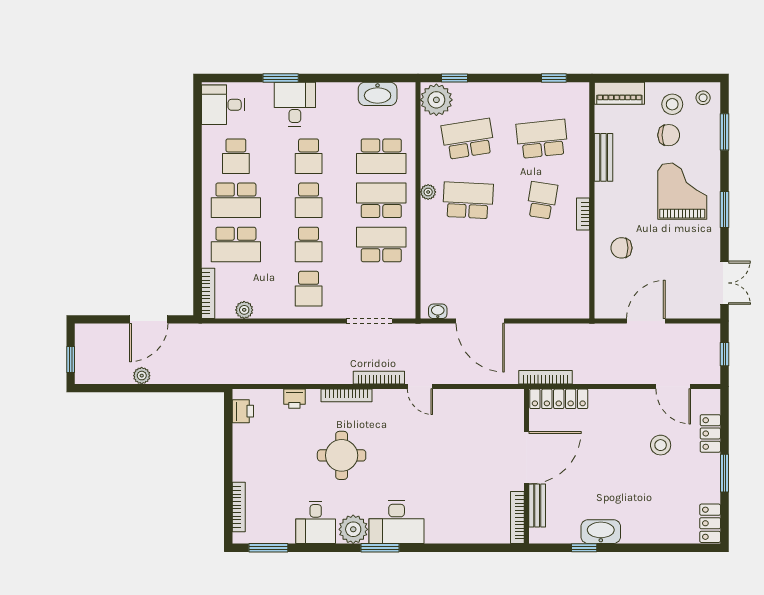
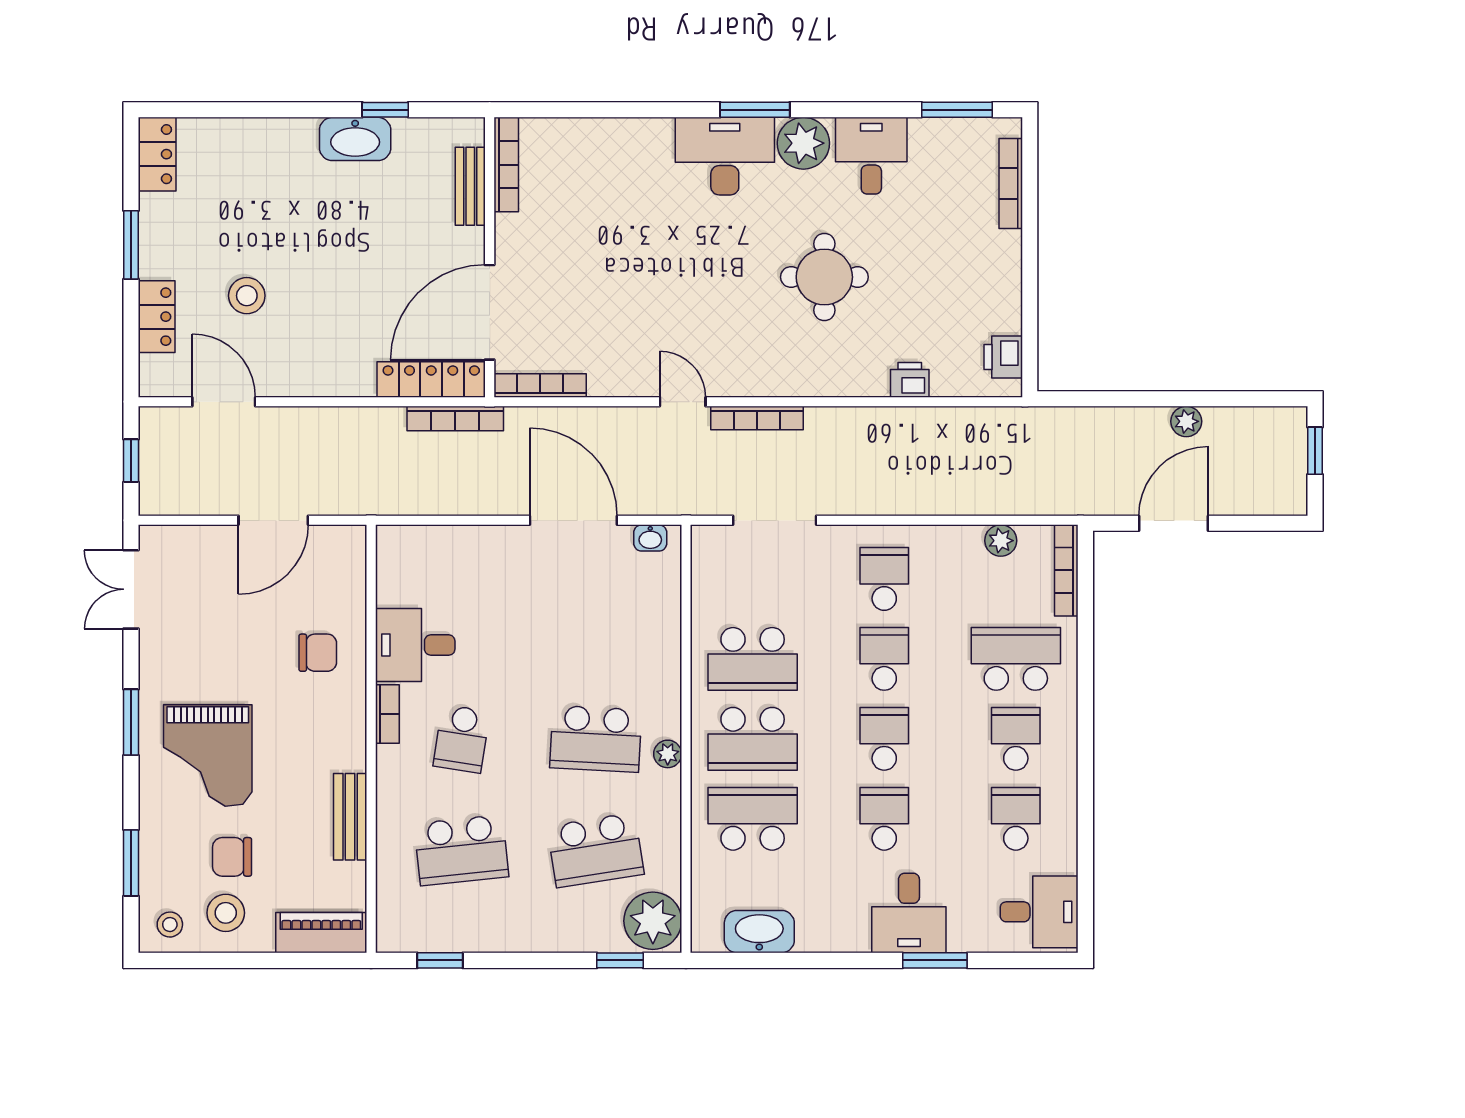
school desk: (236, 200) -> (1016, 739), width x0.54
desk: (568, 252) -> (415, 645), added
bookcase: (346, 395) -> (540, 386), moved
door: (526, 458) -> (490, 312), moved

